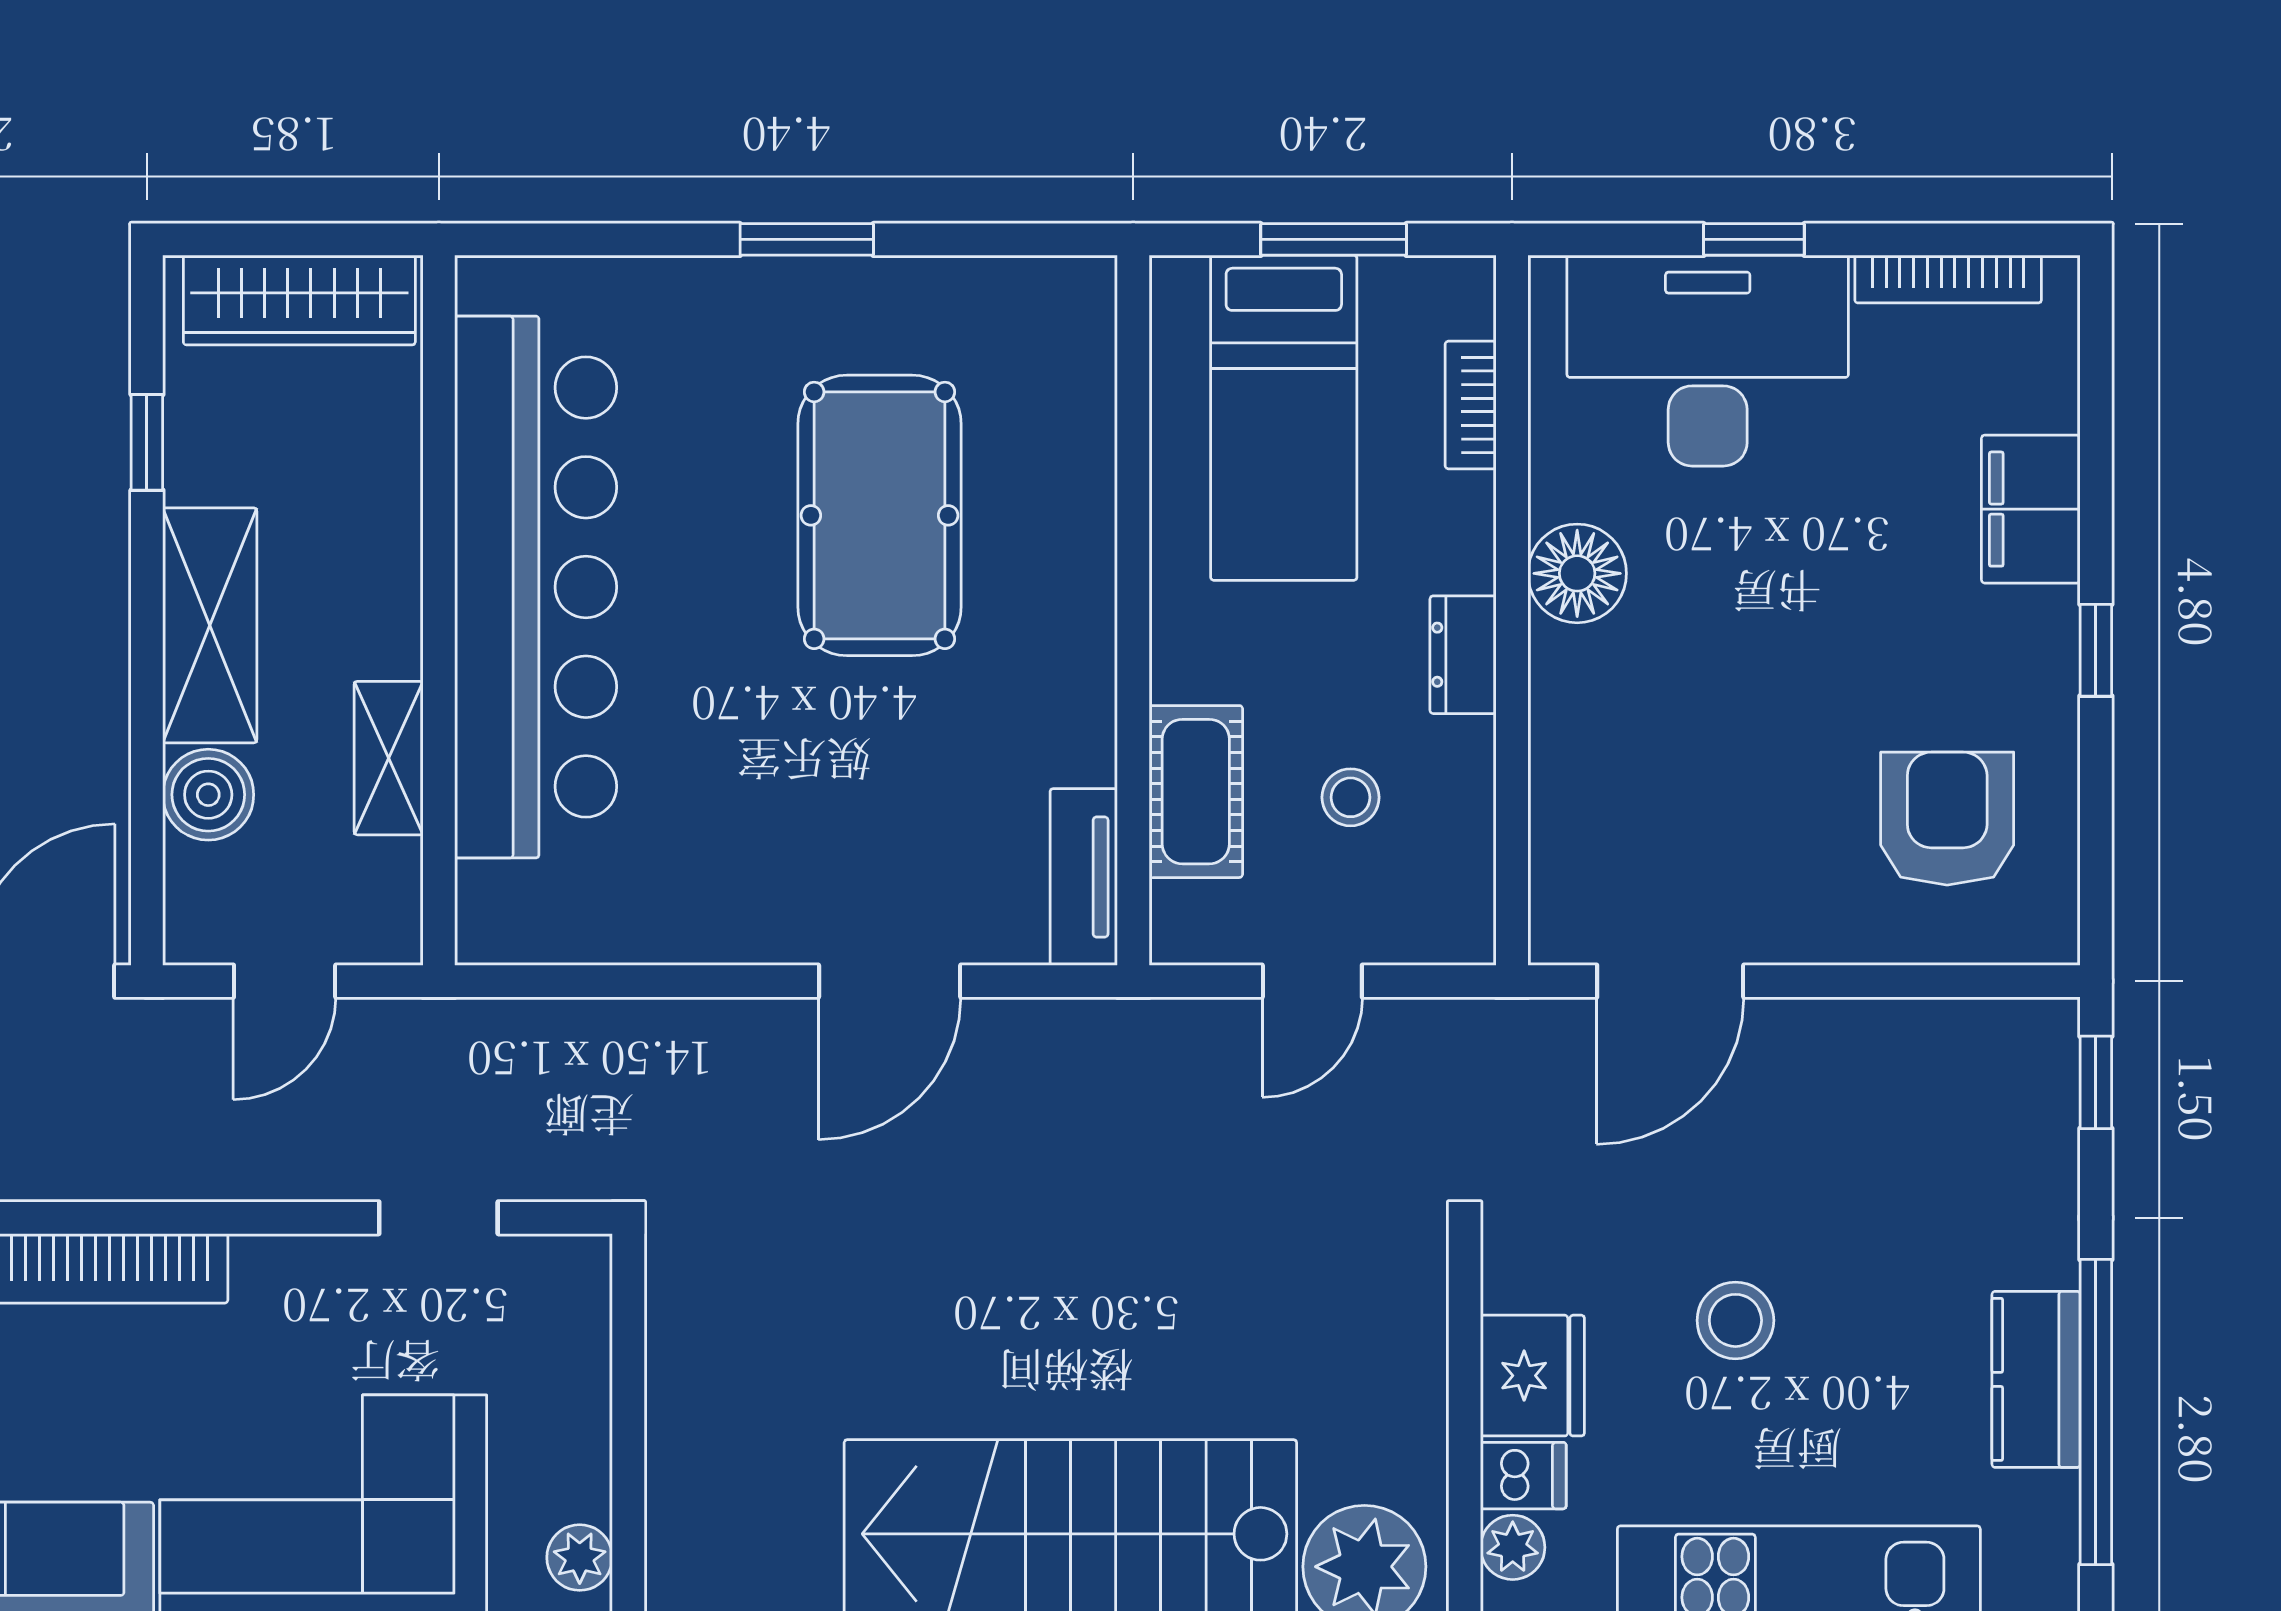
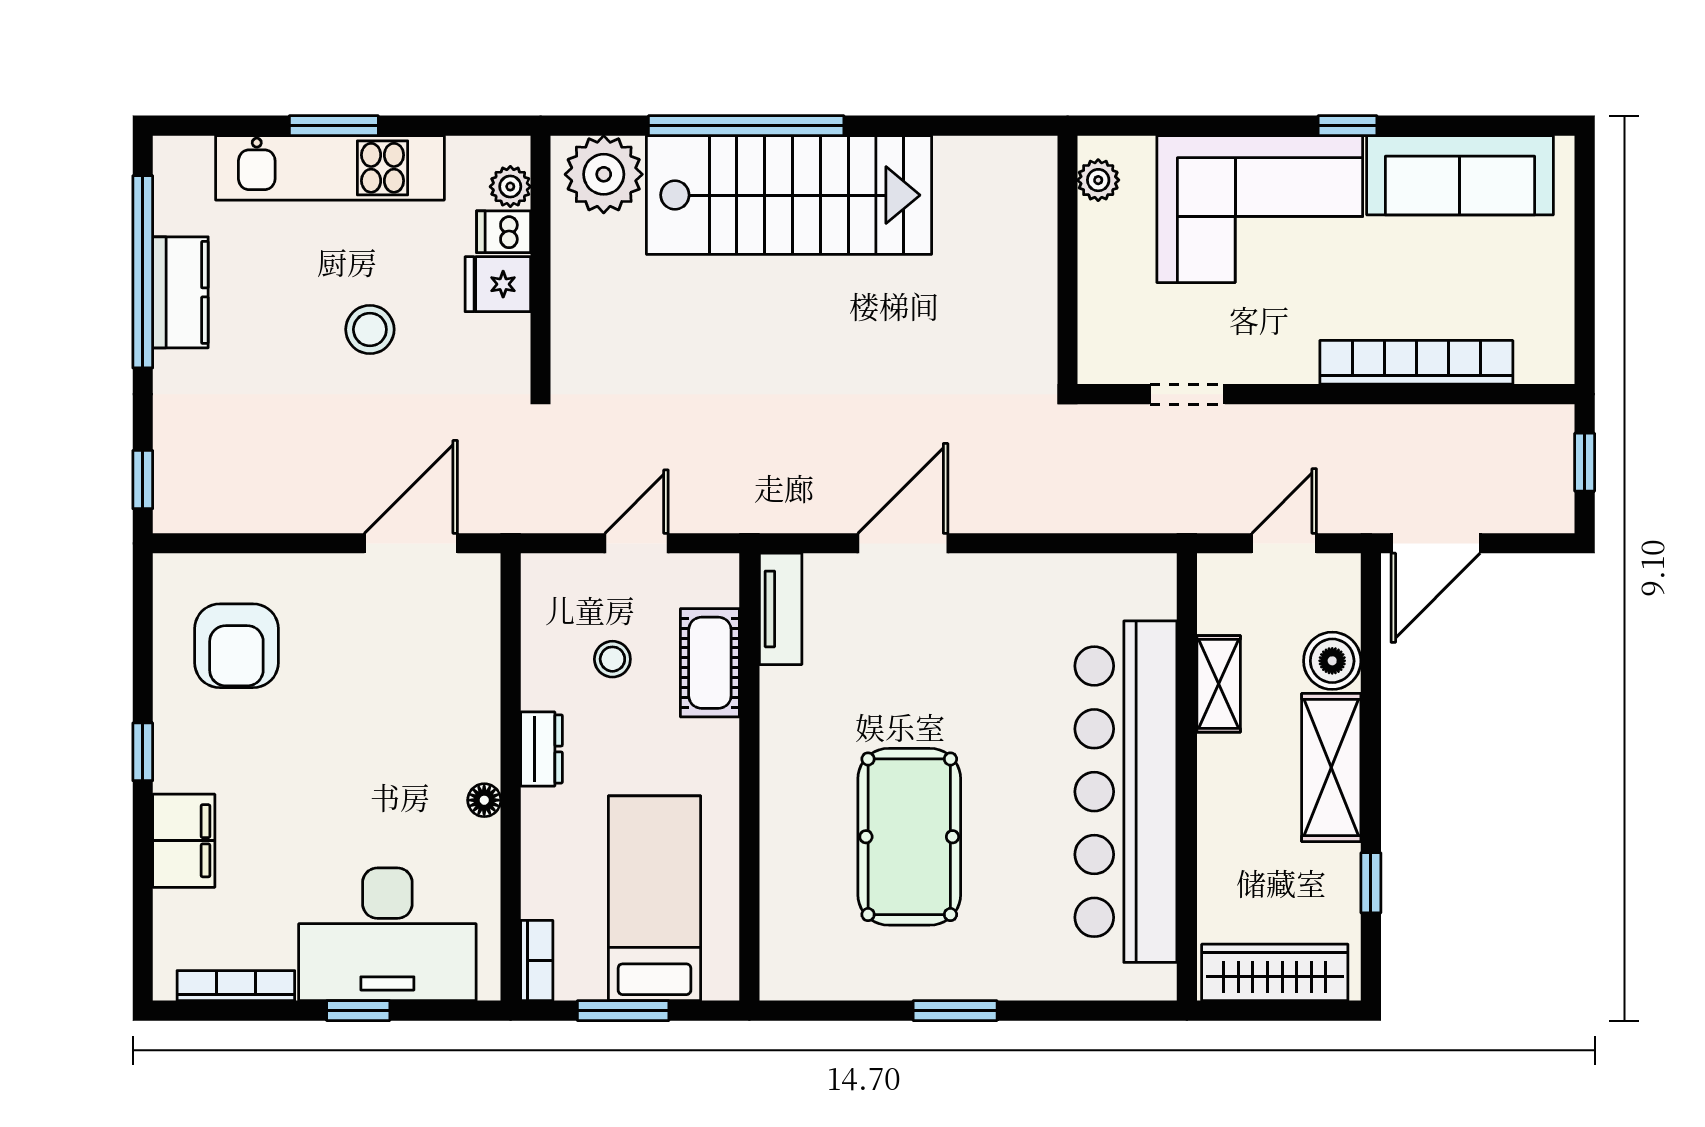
bookcase: (1471, 405) -> (537, 961), moved
floor lamp: (1577, 573) -> (484, 800), width x0.53, depth x0.53
fridge: (1532, 1376) -> (498, 284), width x0.72

